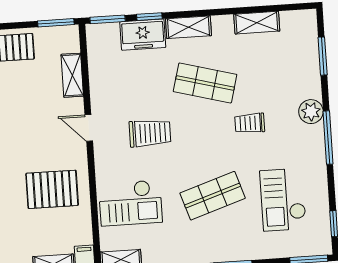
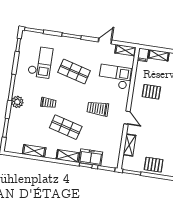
pallet: (52, 189) -> (151, 92), width x0.67, depth x0.71
shop shelf: (213, 196) -> (74, 72), turned 33

